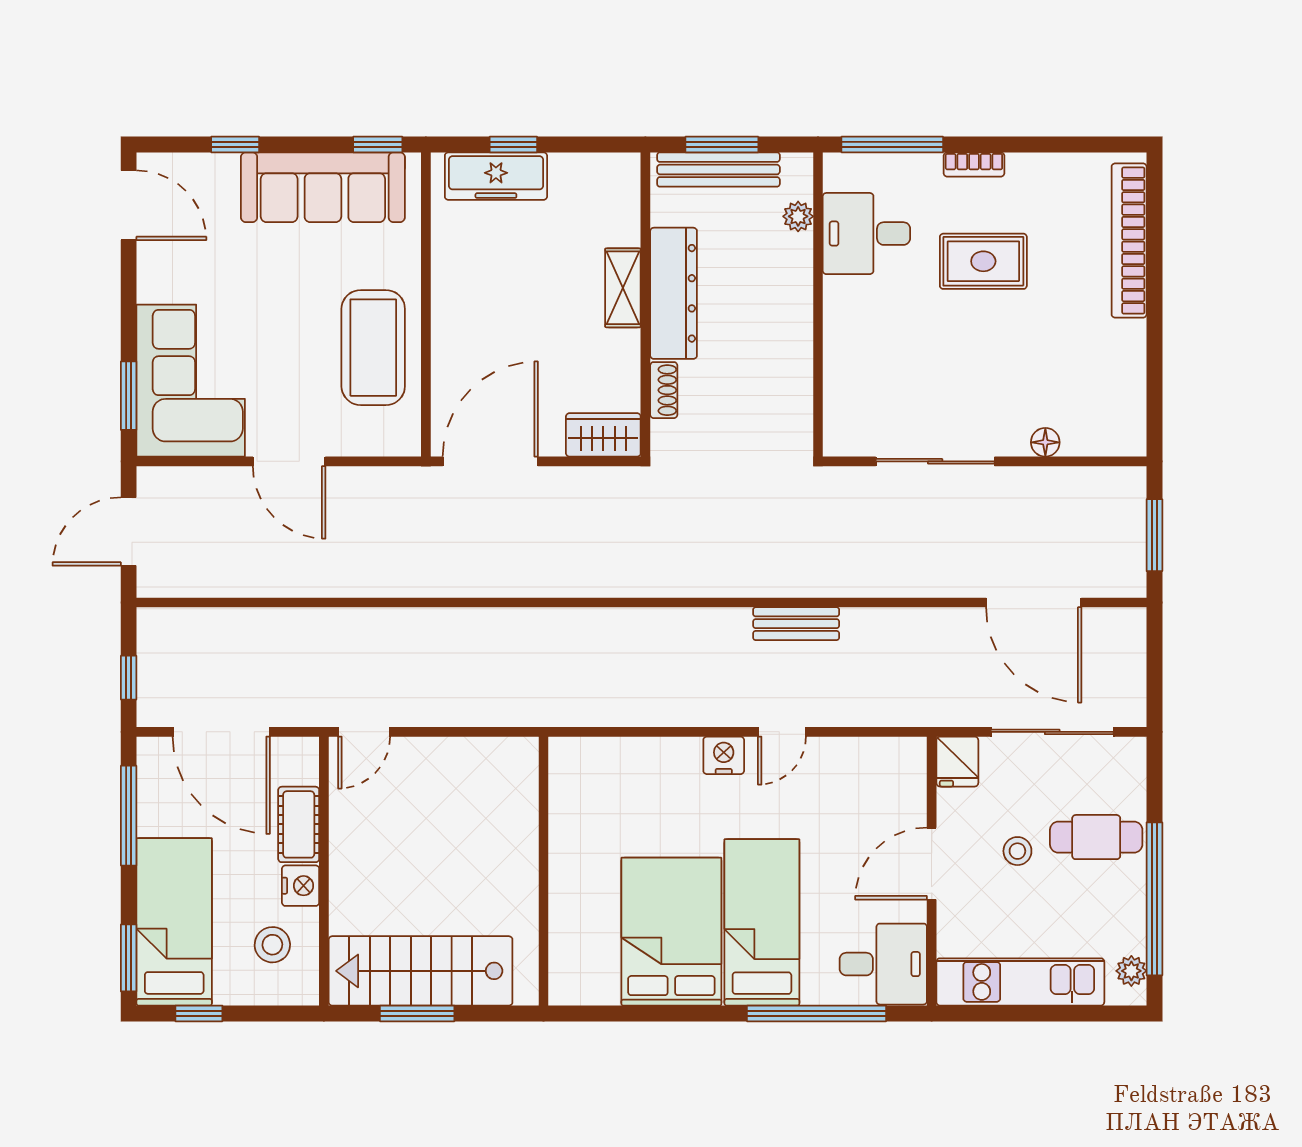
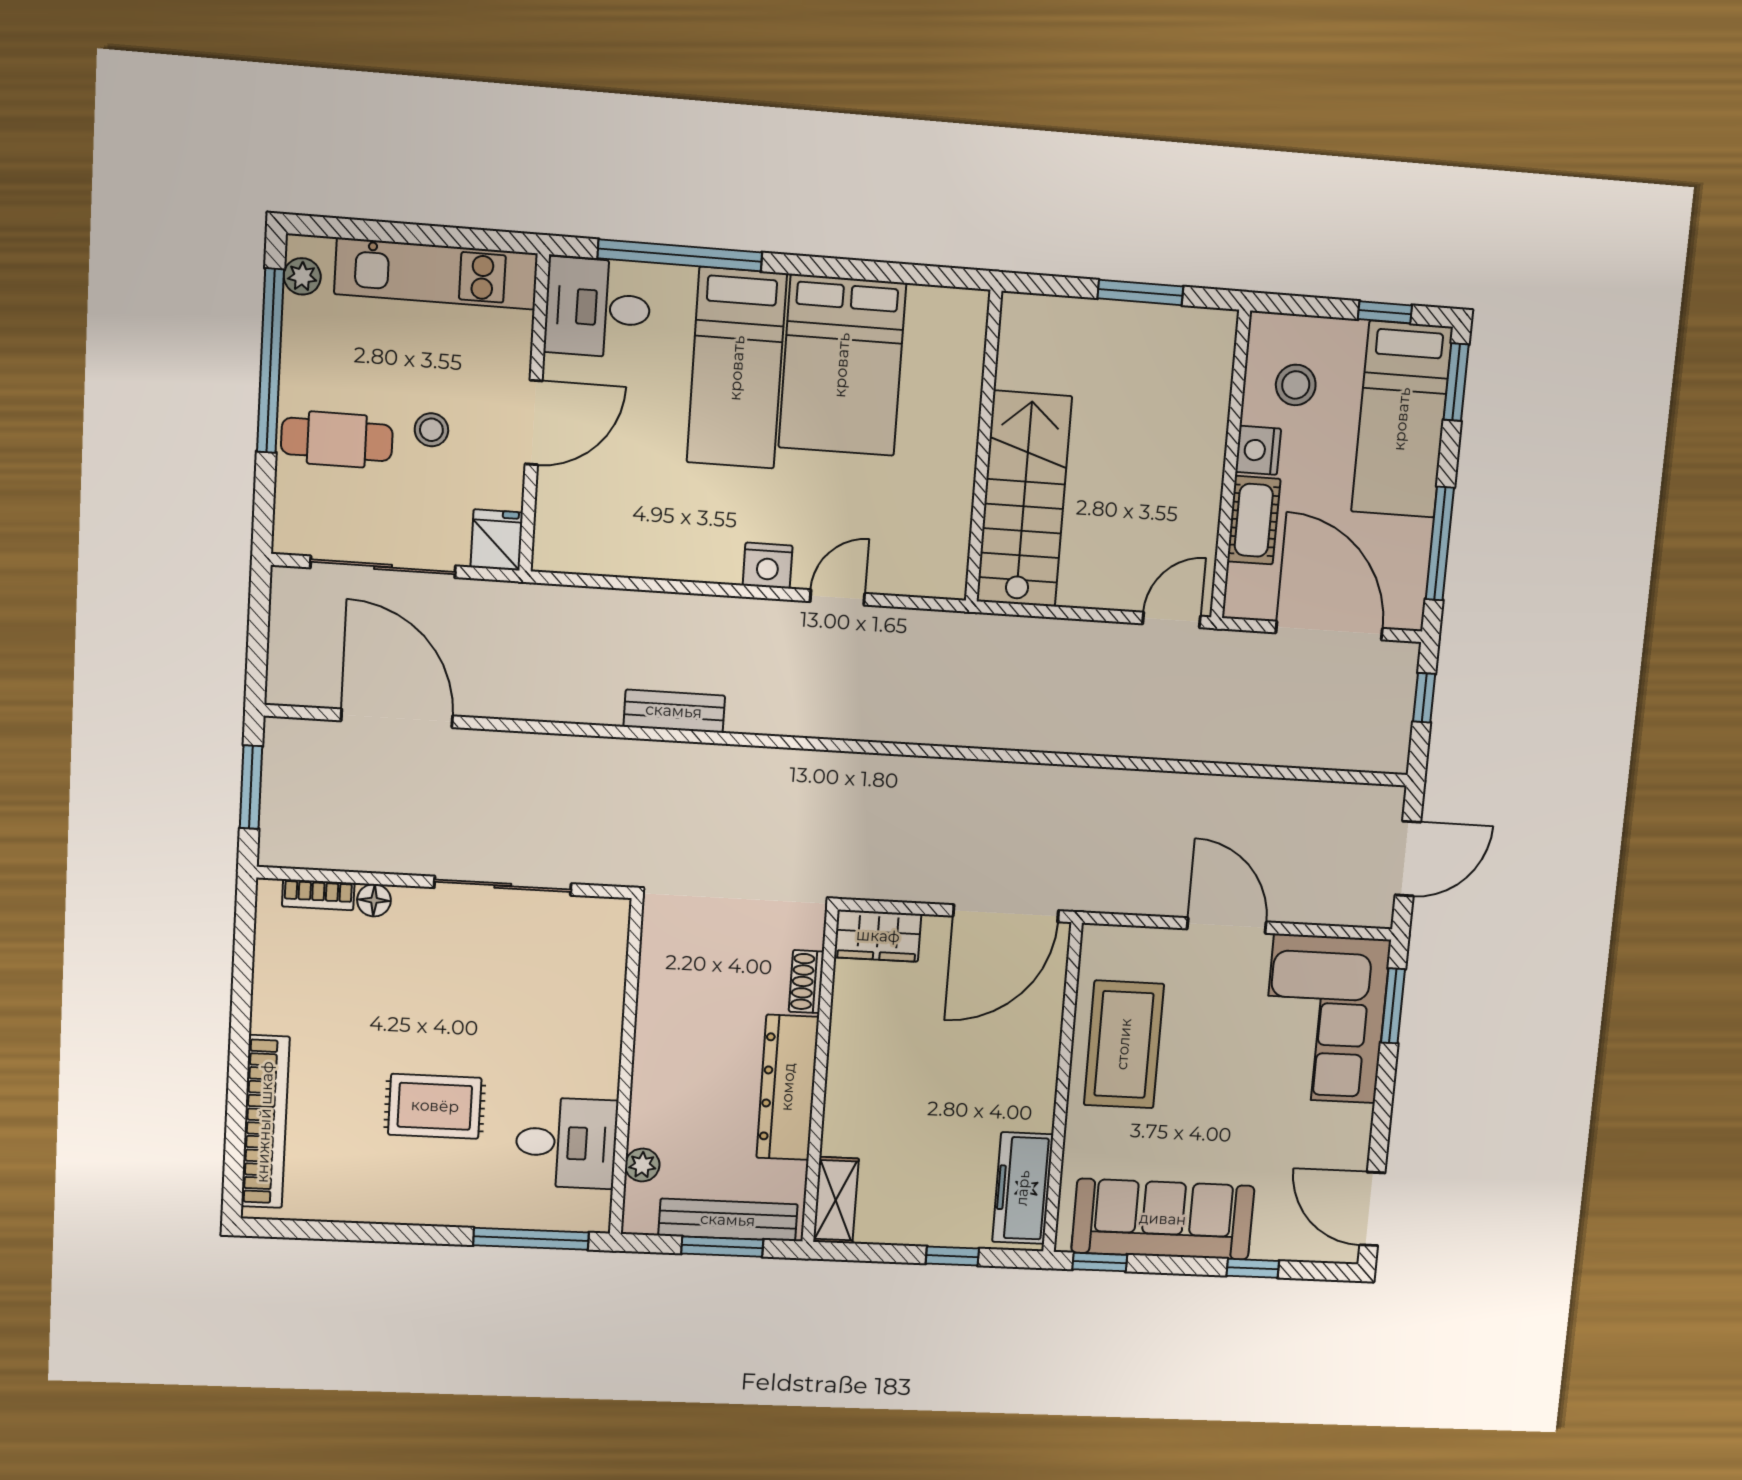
bookcase: (974, 164) -> (318, 895), moved, turned 180
freezer: (496, 176) -> (1023, 1188), moved, turned -90
shelving: (623, 288) -> (836, 1200), moved
door: (782, 732) -> (837, 597), moved
stairs: (421, 971) -> (1024, 499), moved, turned -90

